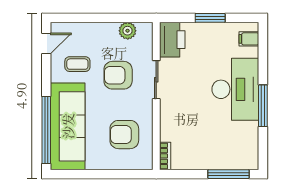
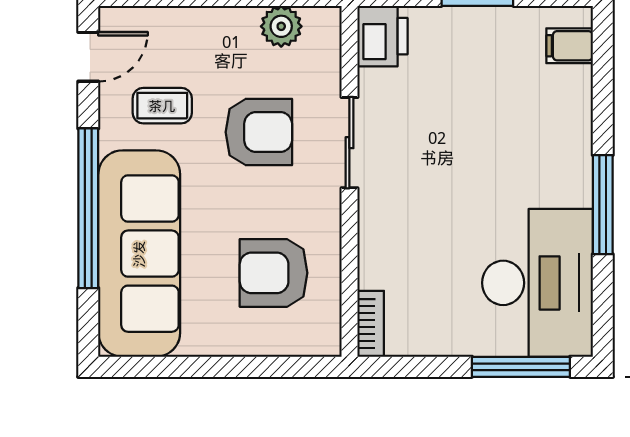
printer: (172, 40) -> (383, 36), width x0.73, depth x0.84
armchair: (118, 75) -> (259, 132), turned 180
desk: (235, 89) -> (537, 283), moved
window: (46, 130) -> (88, 208), moved

